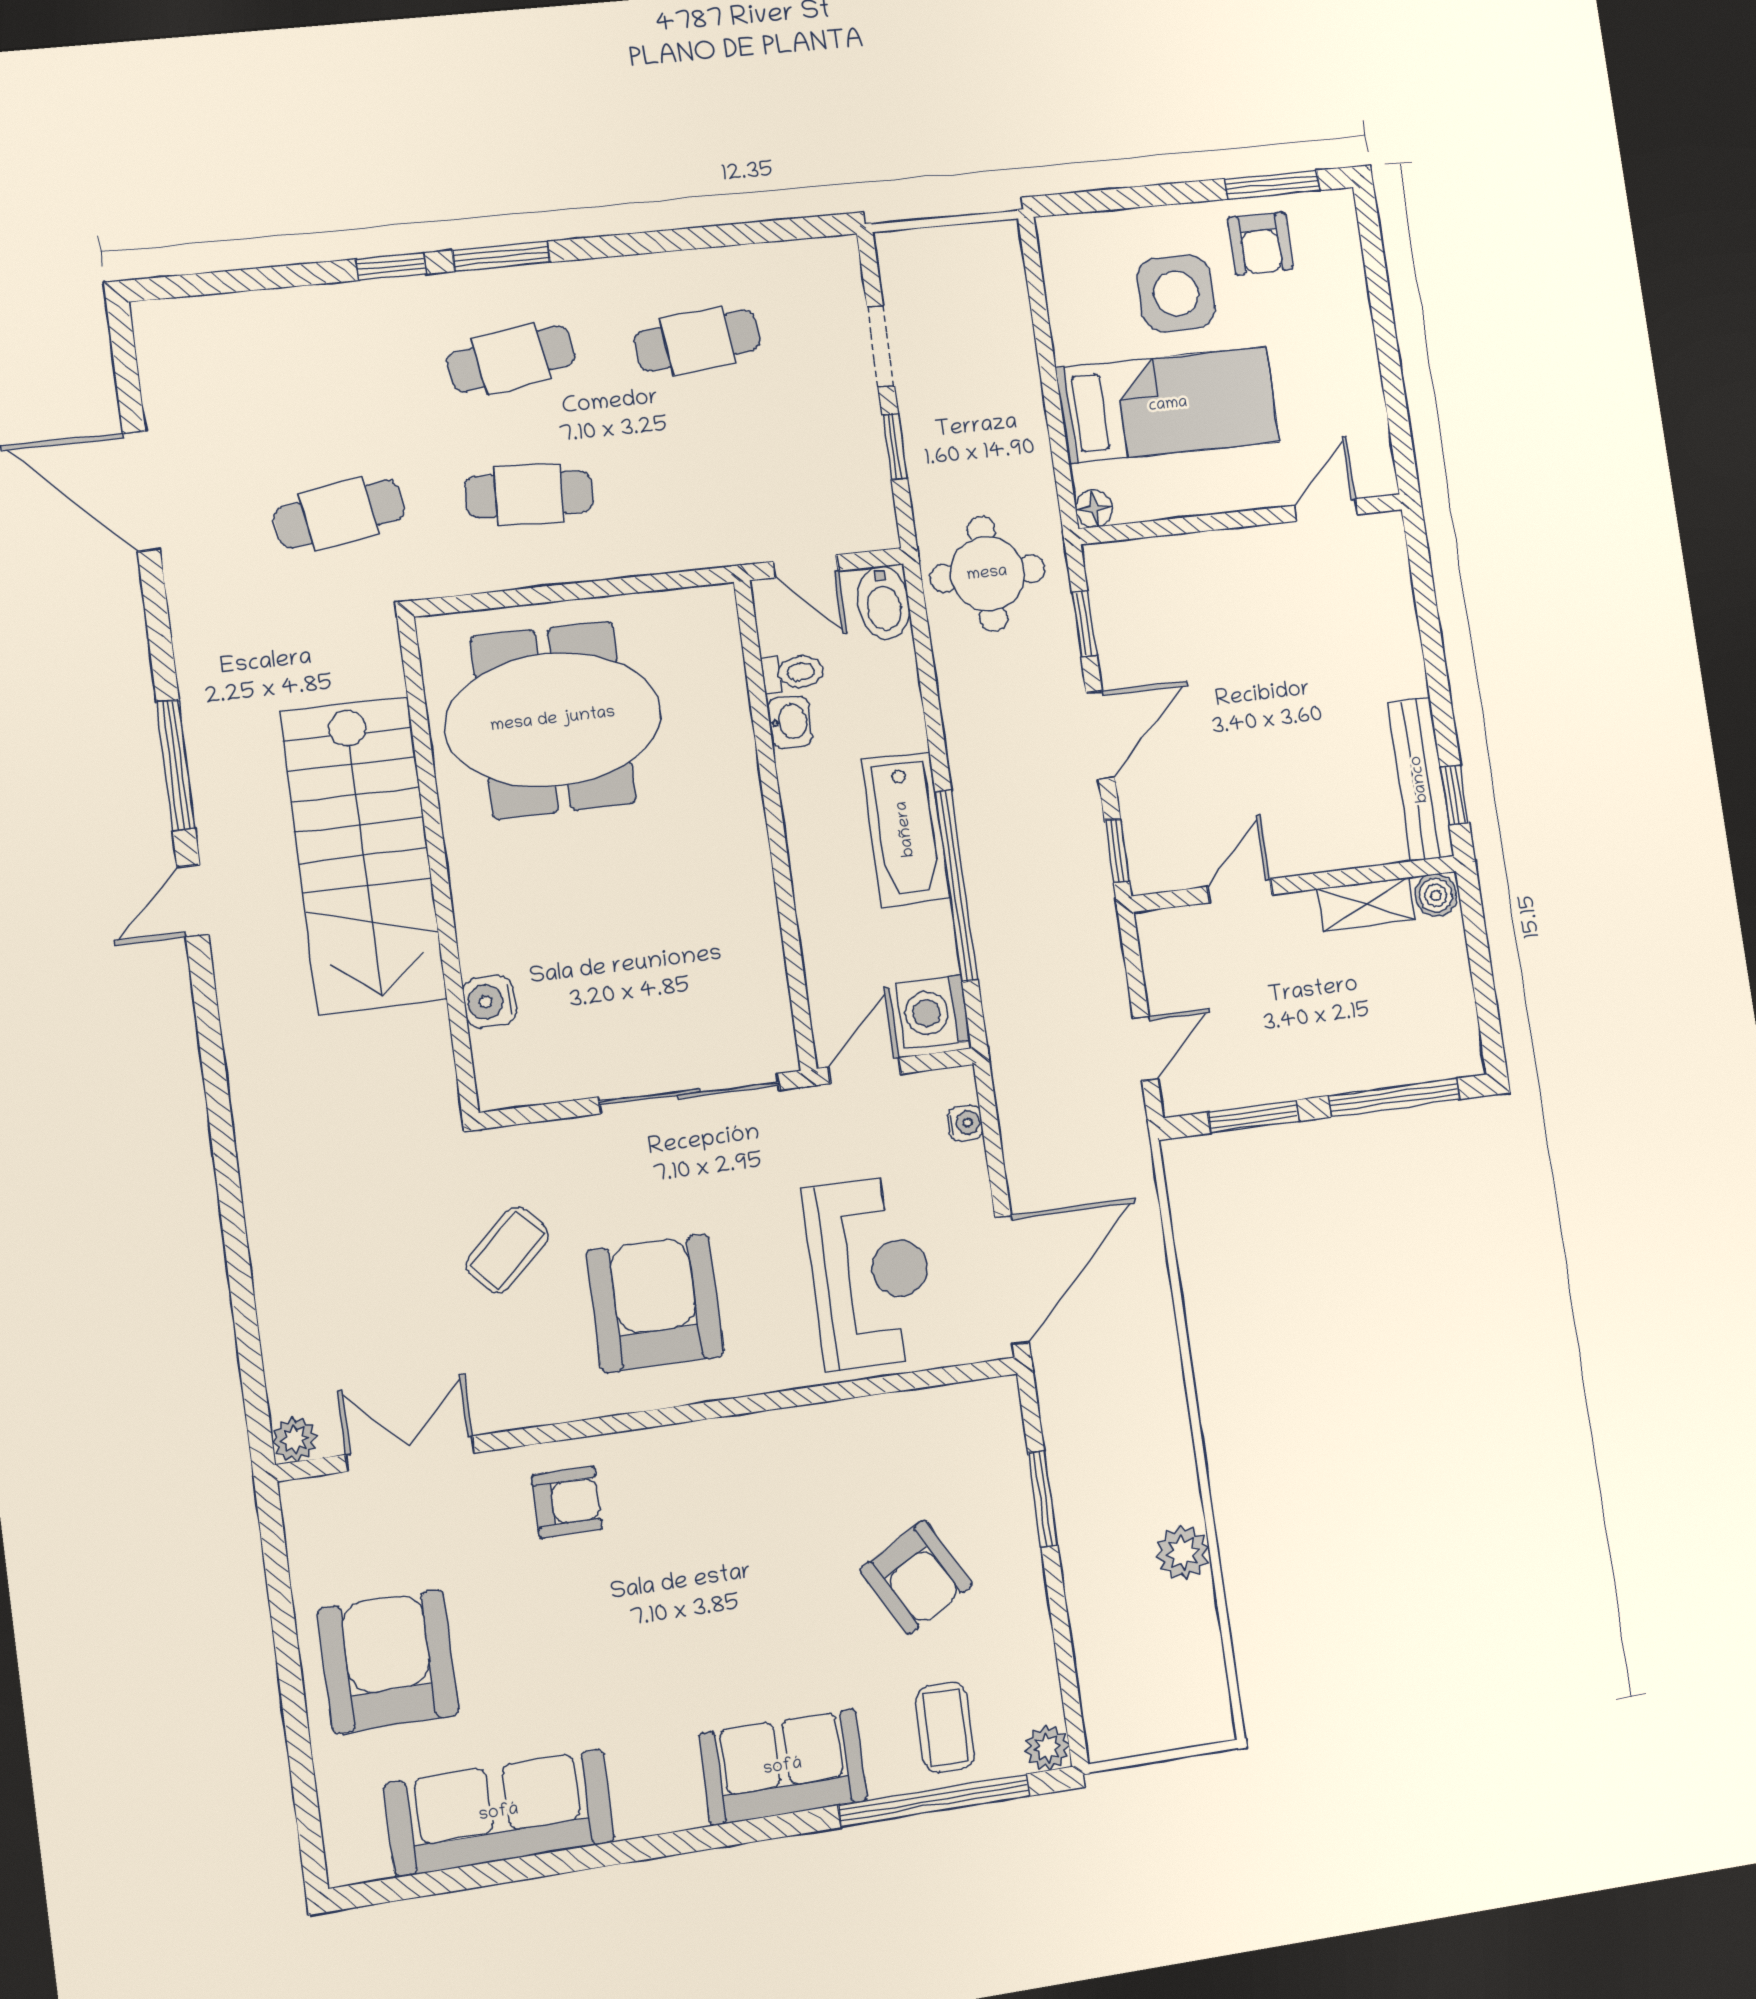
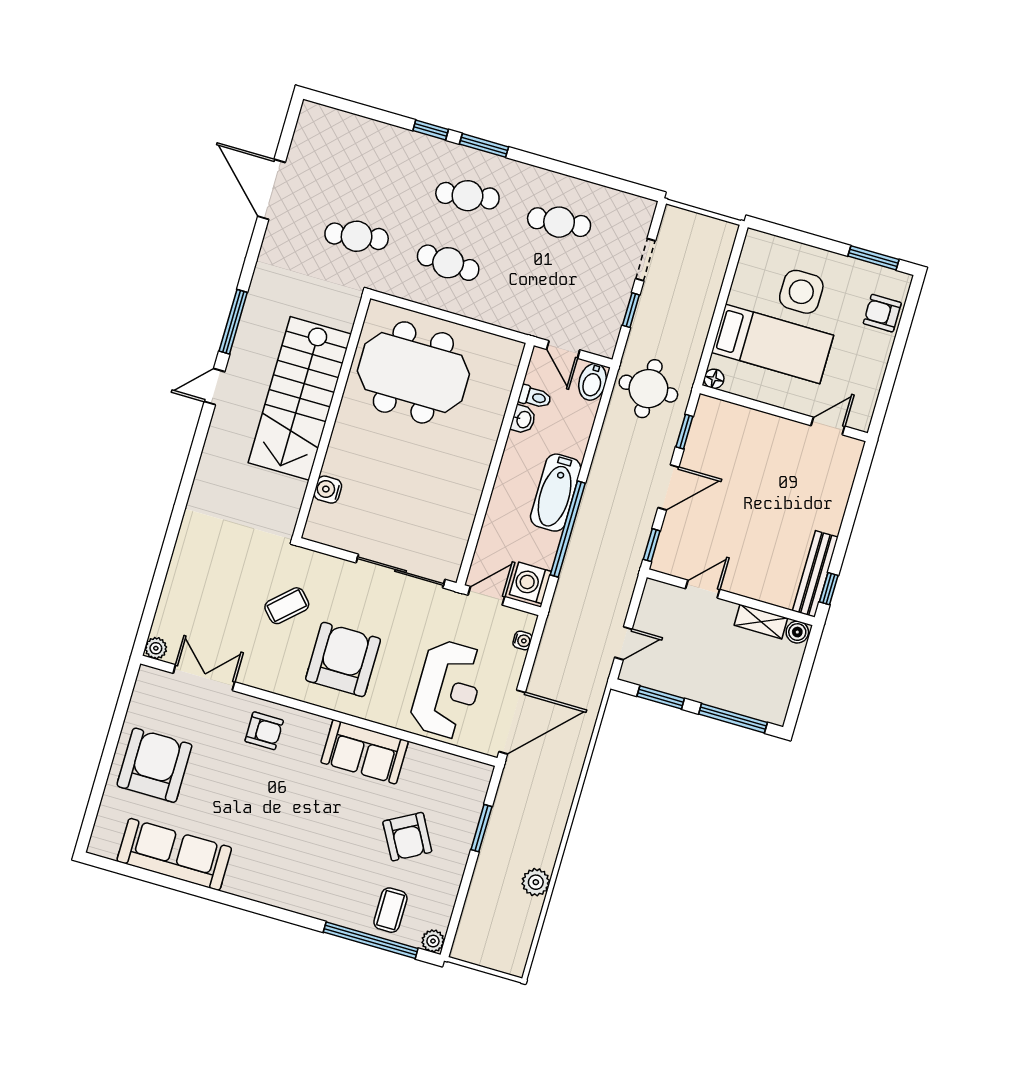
armchair: (1260, 243) -> (882, 313), moved, turned 90
sofa: (783, 1767) -> (365, 752), moved, turned 180

